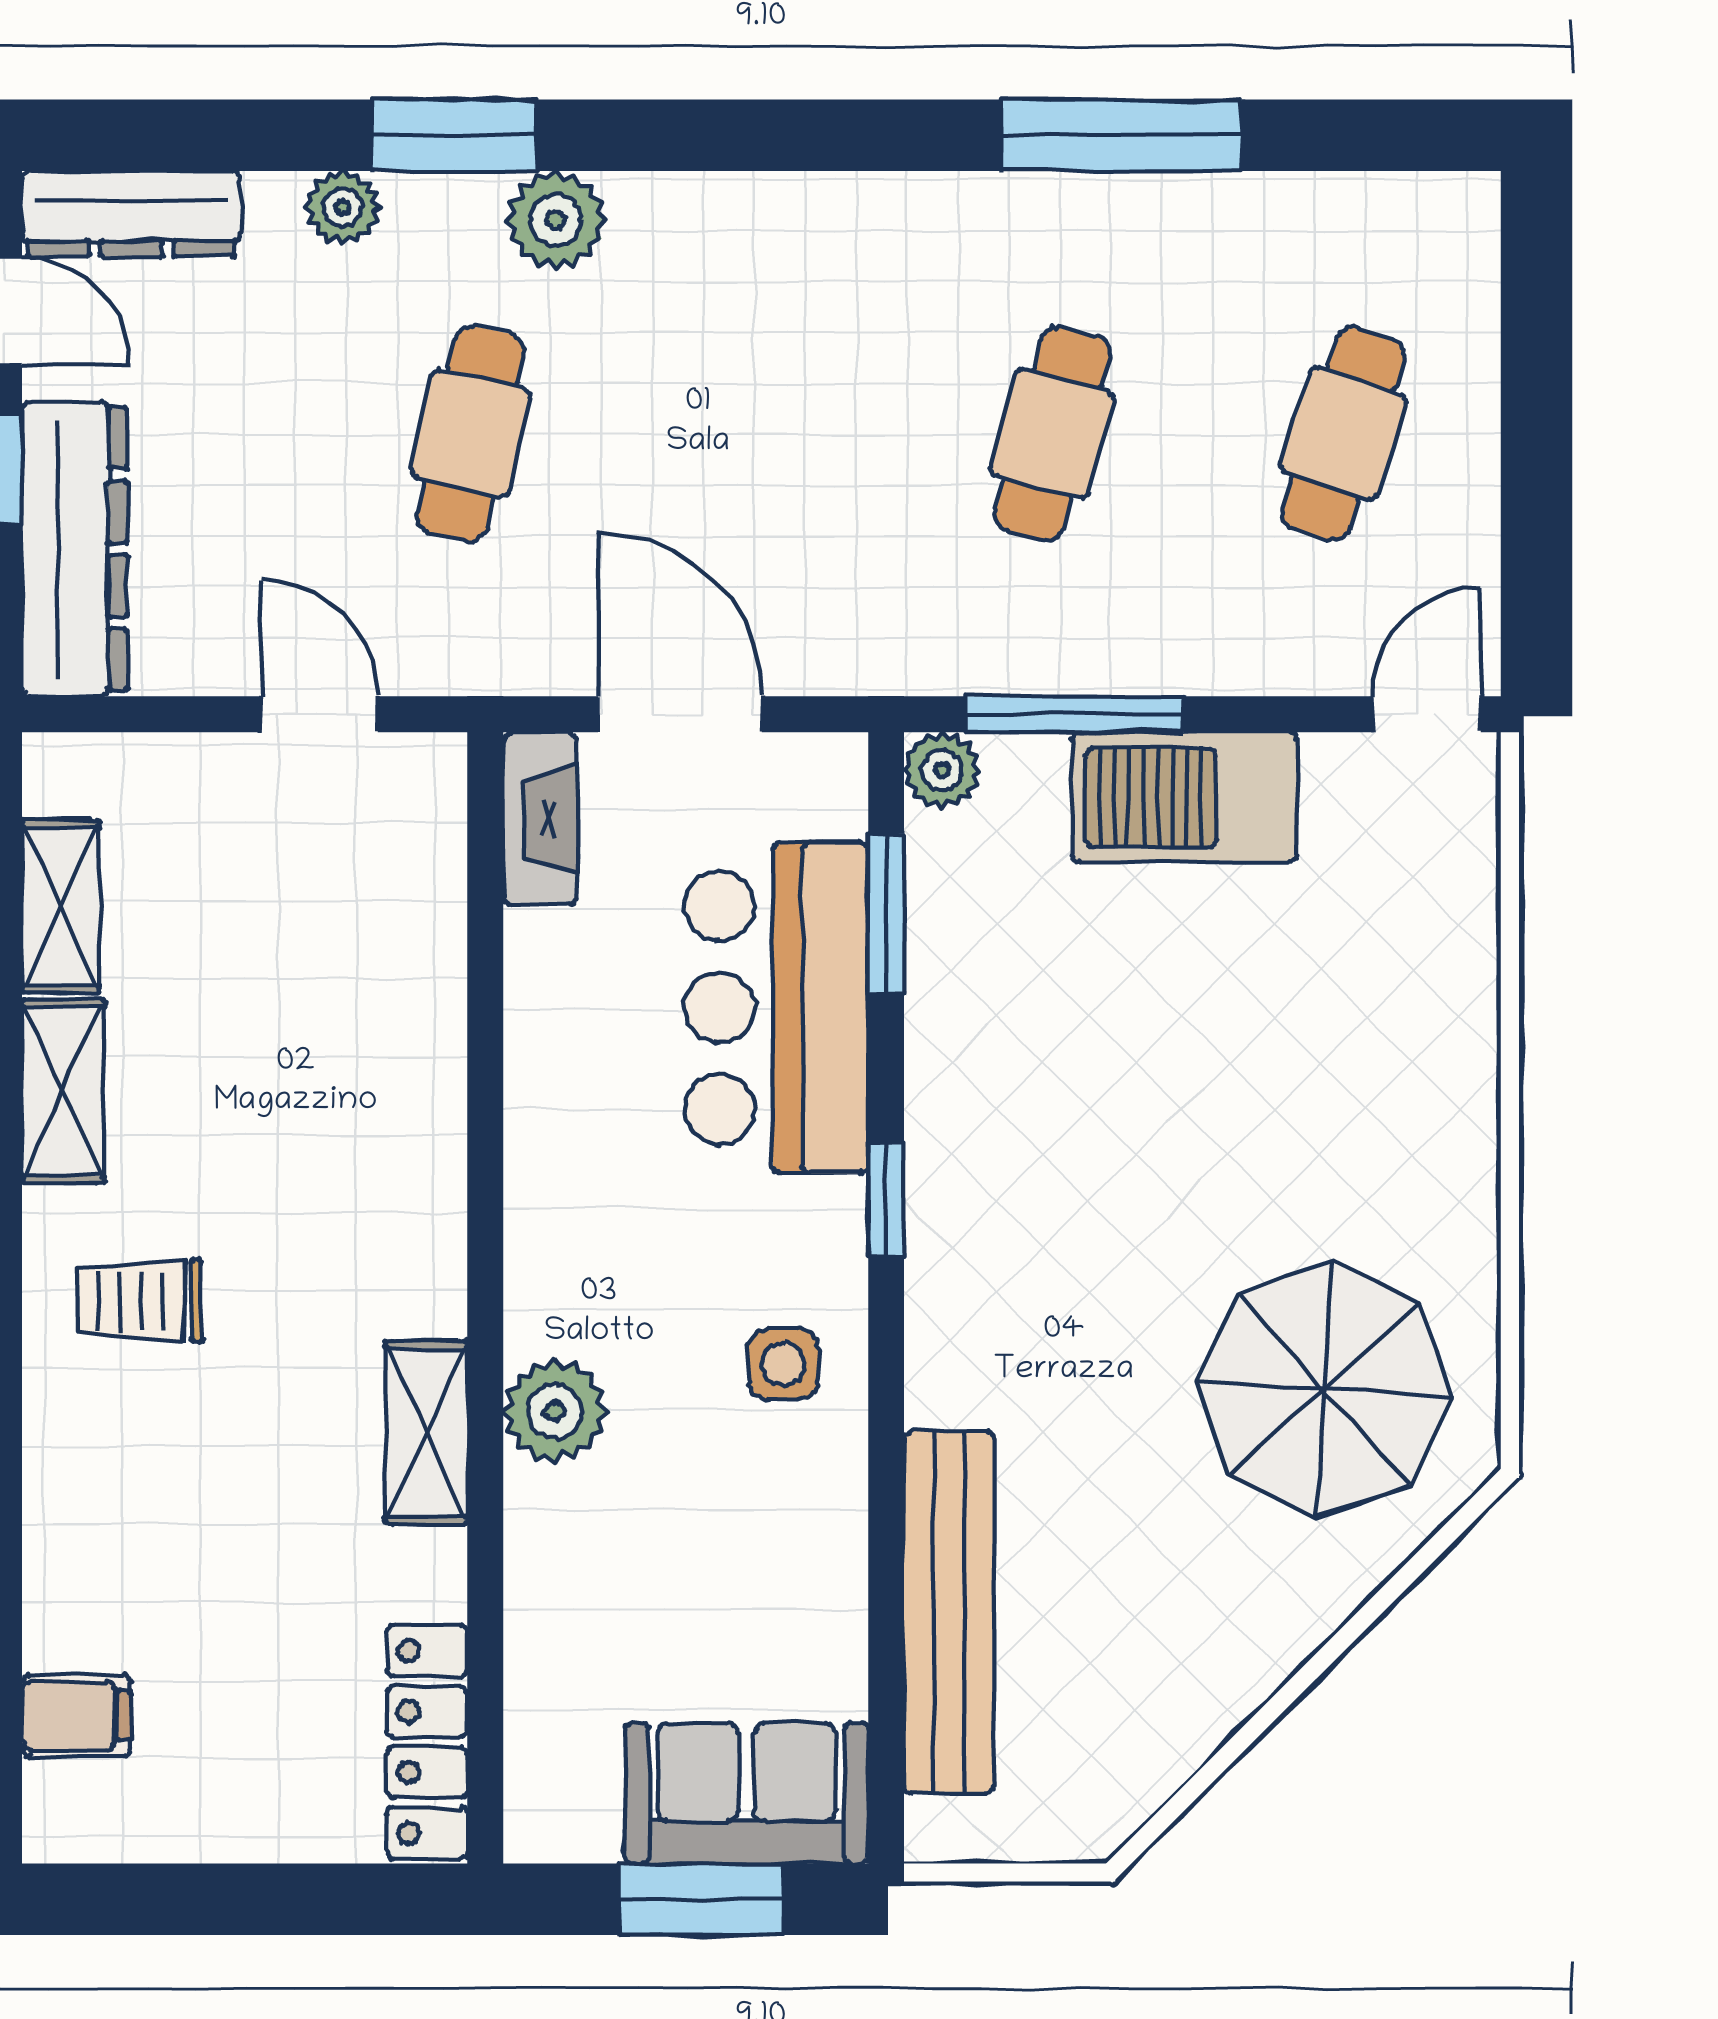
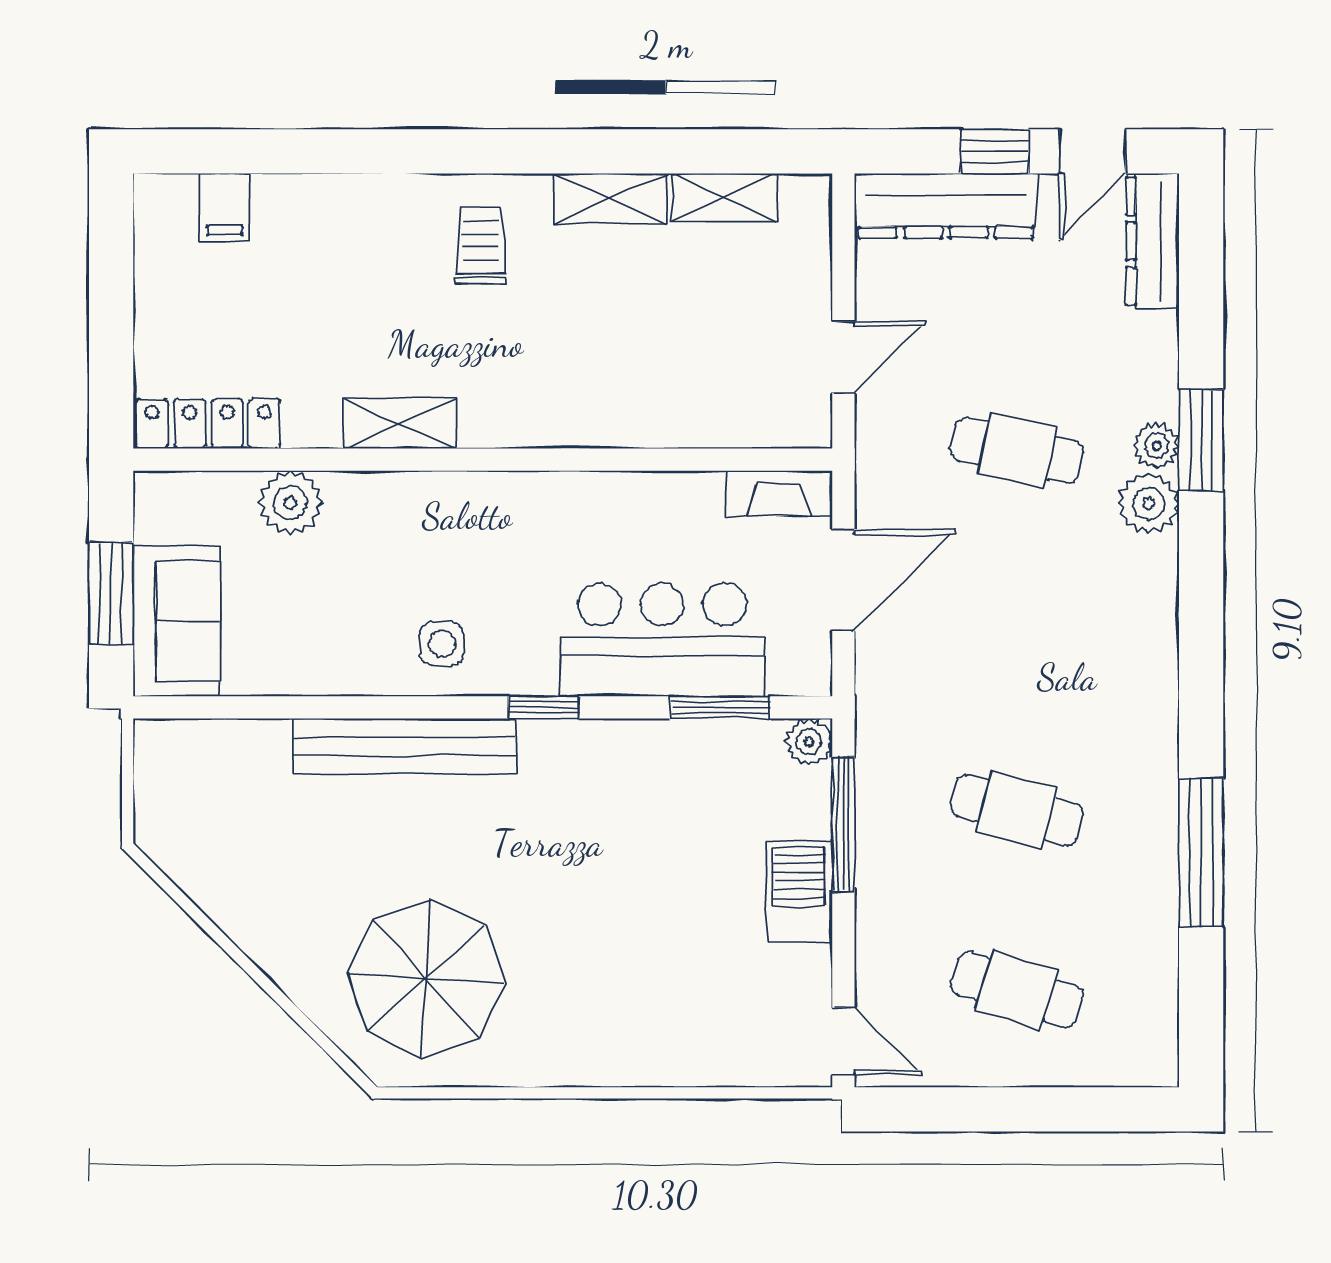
plant: (342, 207) -> (1157, 446), moved
barbecue: (1184, 797) -> (799, 892), width x0.73, depth x0.83
plant: (555, 1411) -> (290, 503), moved
bench: (949, 1612) -> (405, 746), moved

